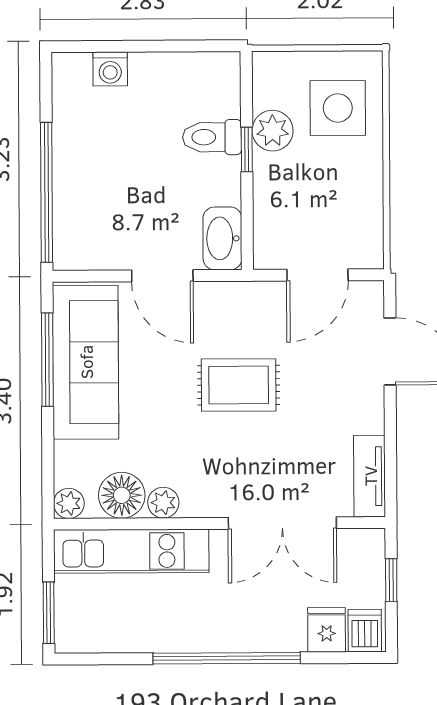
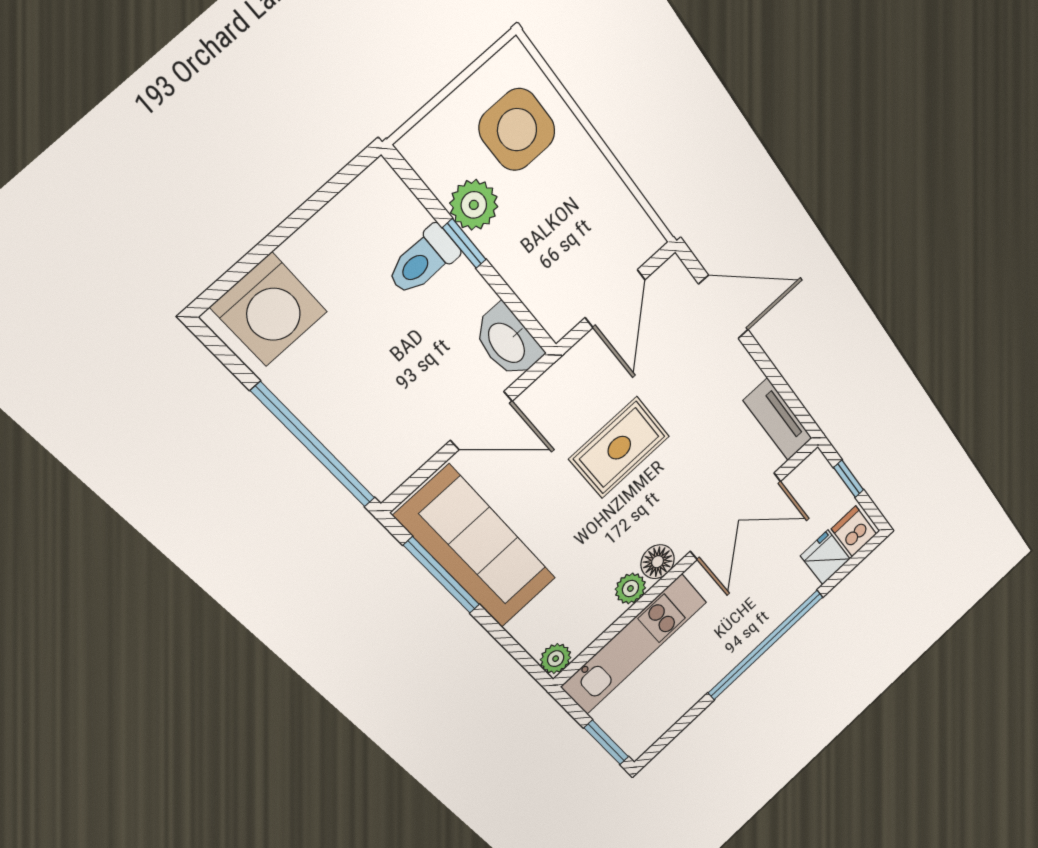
washing machine: (110, 69) -> (269, 310), width x1.89, depth x1.89
floor lamp: (122, 495) -> (658, 562), moved, width x0.73, depth x0.73

